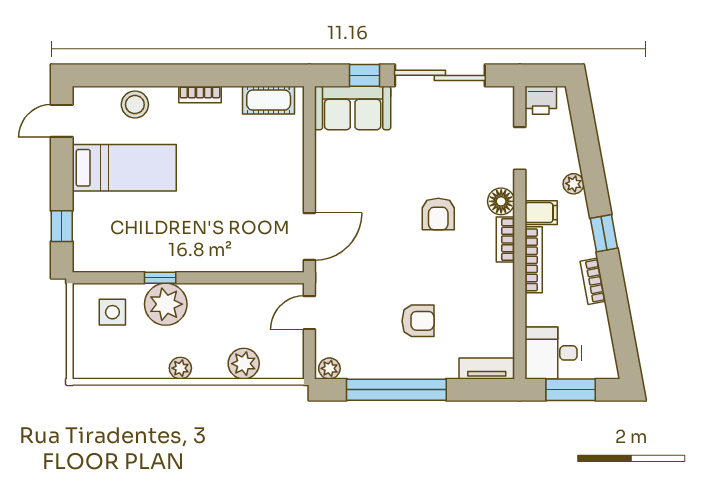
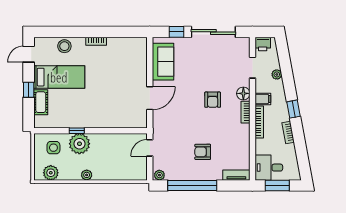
cot: (269, 100) -> (41, 102), moved, turned 90
sofa: (353, 108) -> (163, 62), moved, turned -90
plant: (573, 184) -> (277, 74), moved
window: (62, 226) -> (29, 90), moved
door: (309, 237) -> (150, 98), moved
armchair: (418, 321) -> (203, 152), turned 180
plant: (244, 364) -> (51, 173), moved

